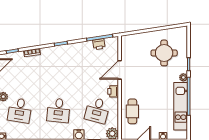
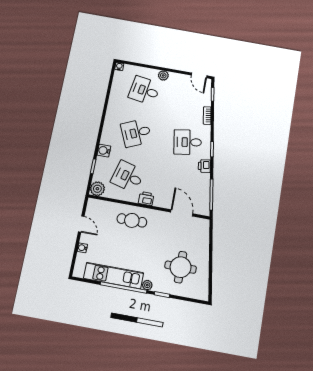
printer: (99, 44) -> (204, 166), moved
desk: (59, 65) -> (188, 142), added
door: (120, 70) -> (182, 213), moved
desk: (59, 110) -> (136, 133), turned -30
cafe table: (132, 111) -> (132, 220), moved

